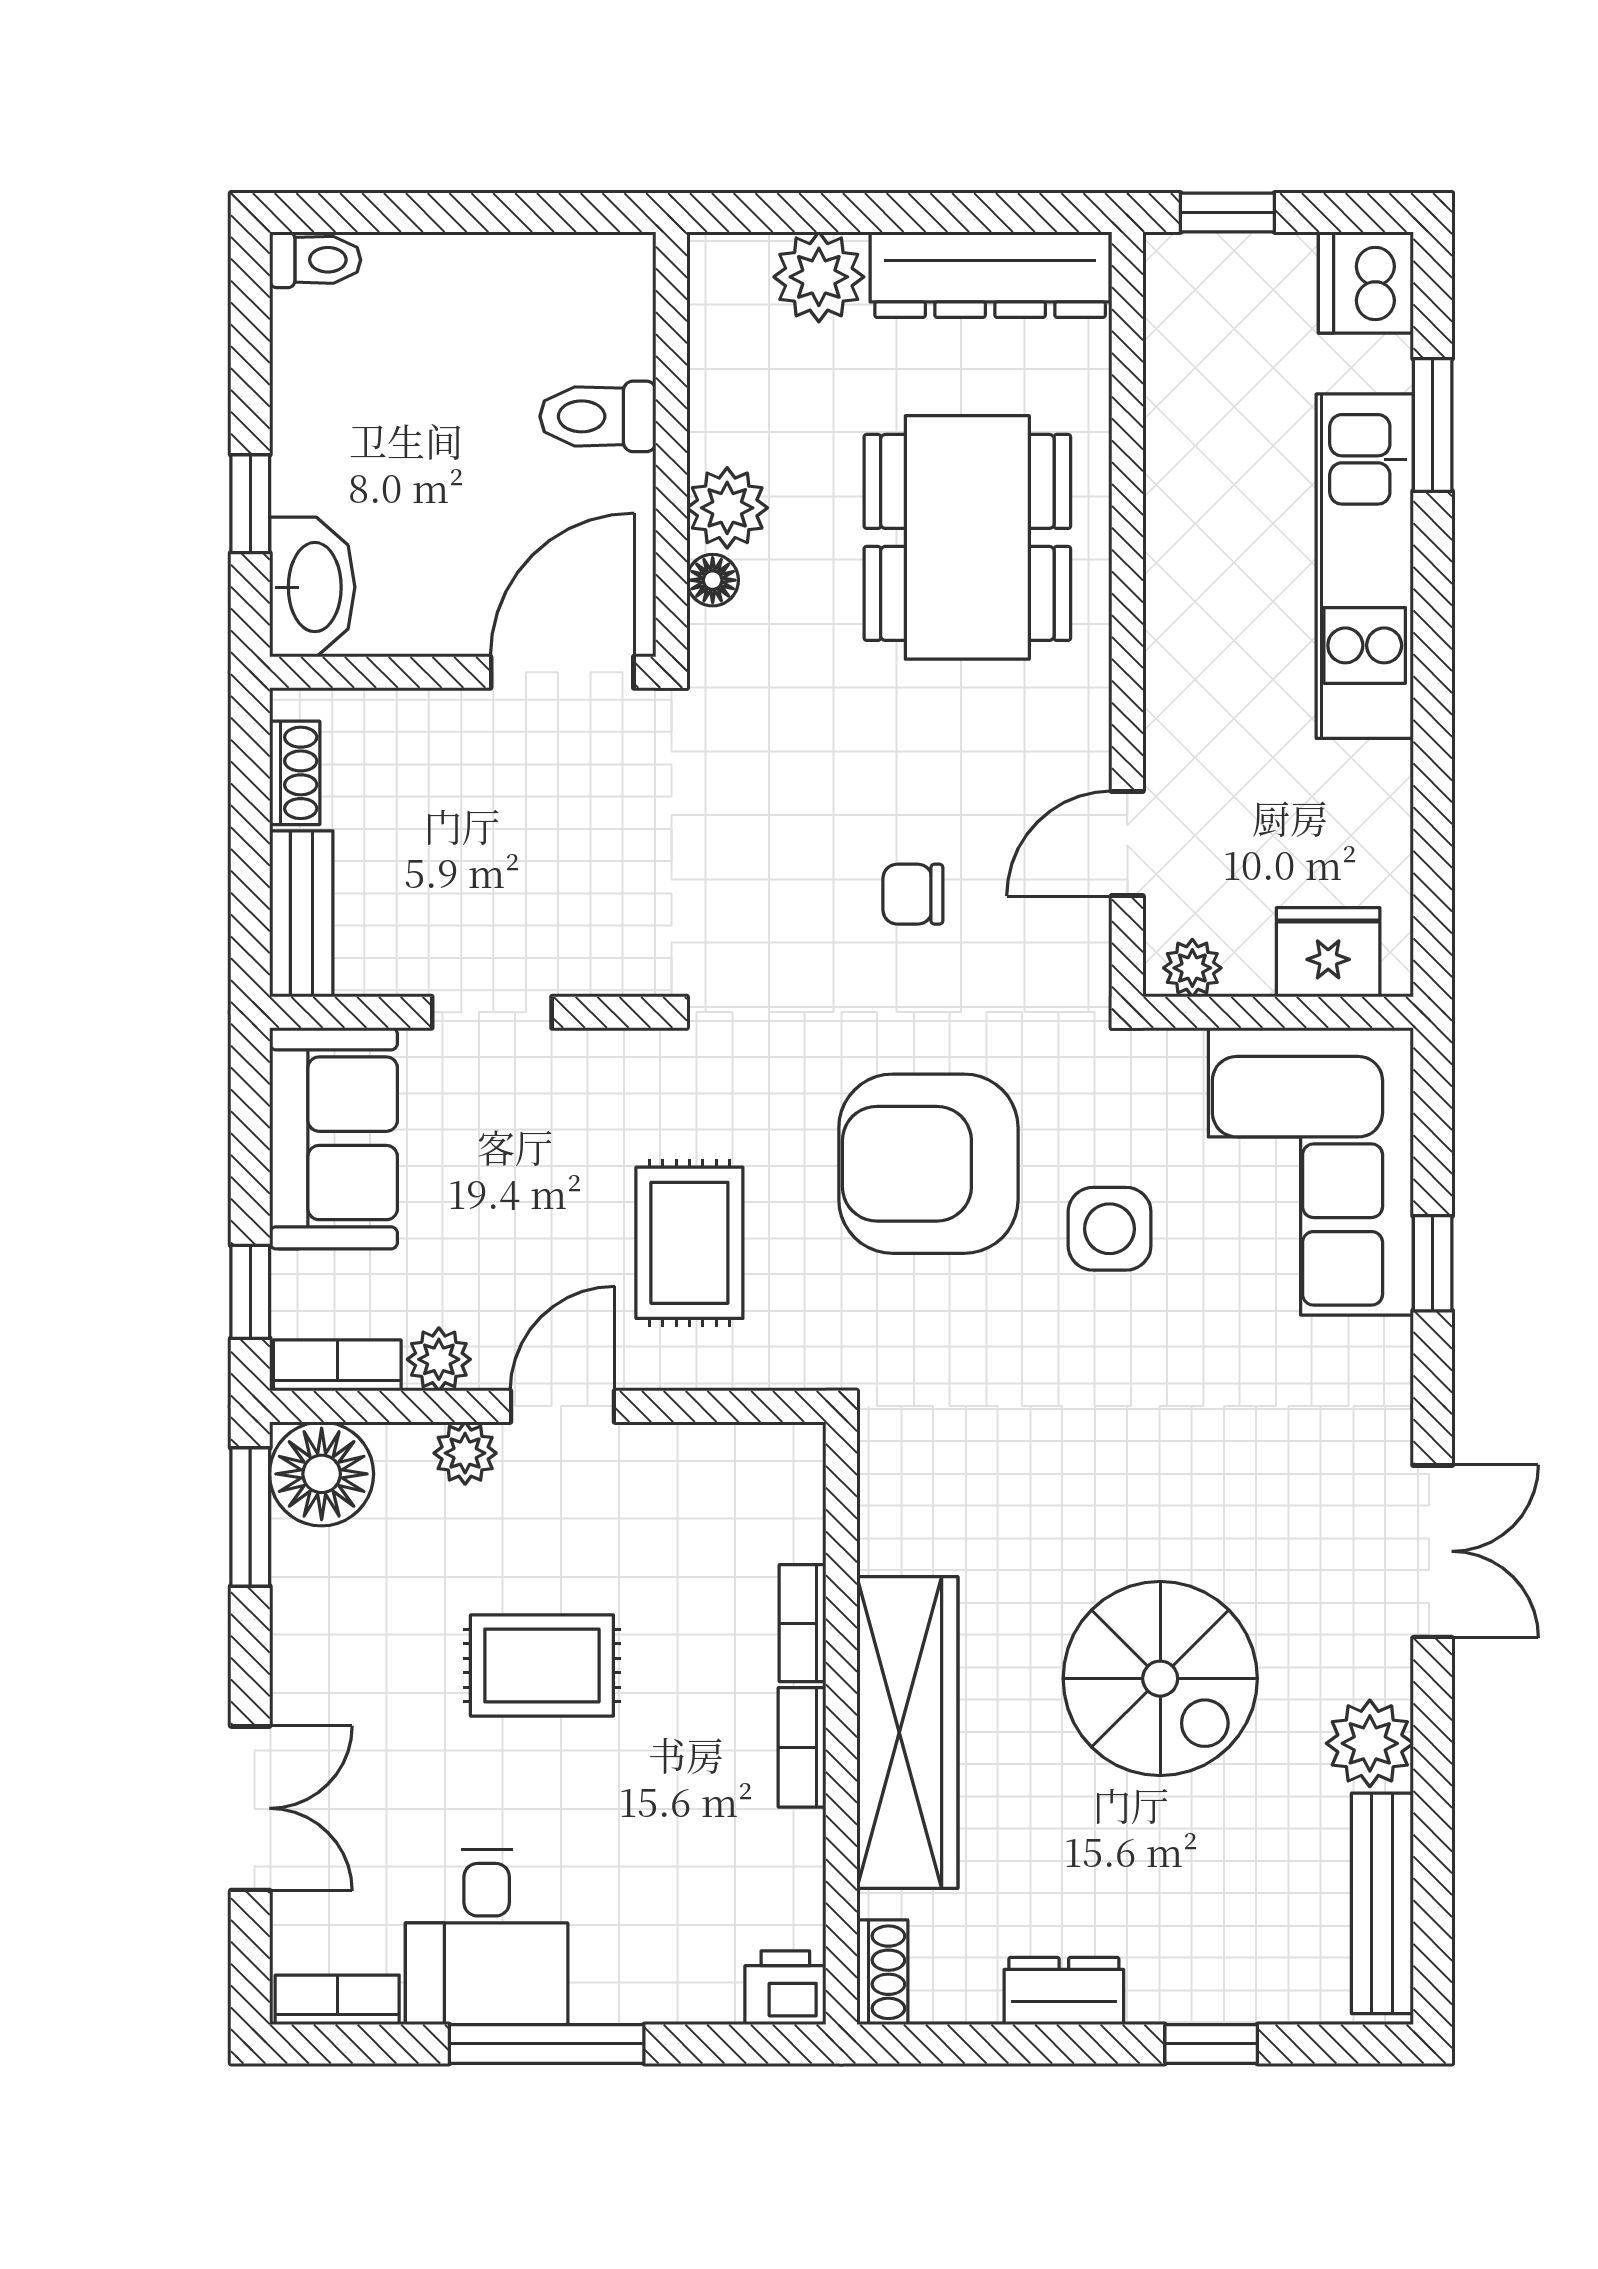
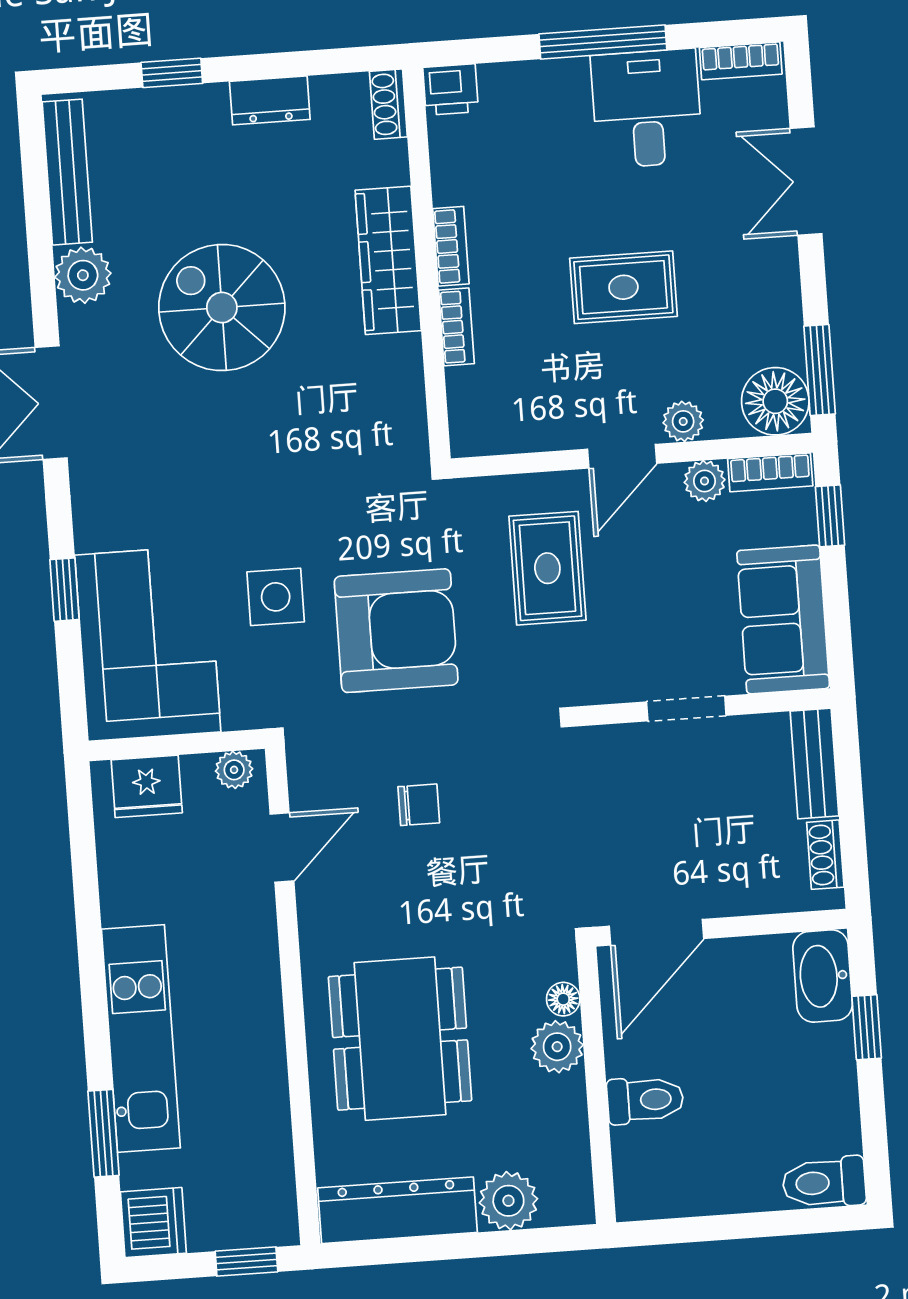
toilet: (315, 260) -> (824, 1182), width x1.37, depth x1.39
wardrobe: (907, 1732) -> (388, 260), width x0.71, depth x0.85

